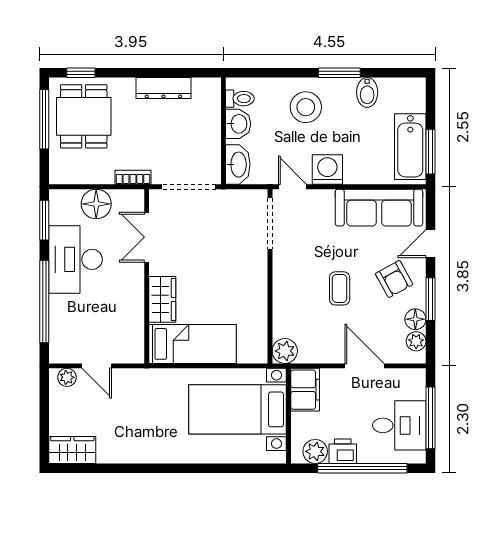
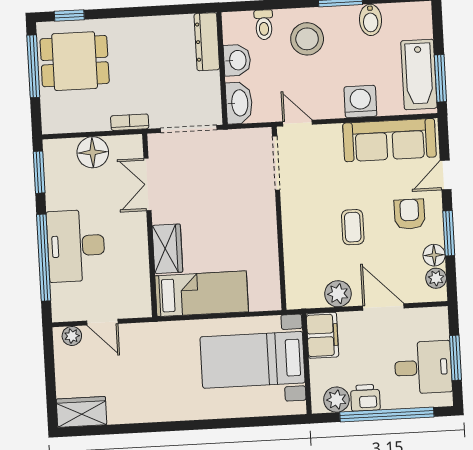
dresser: (163, 88) -> (207, 42), moved, turned 90
toilet: (240, 99) -> (264, 25), moved, turned 90
dining table: (84, 116) -> (75, 61), turned 90
washing machine: (327, 169) -> (360, 102), moved
desk: (76, 259) -> (76, 246), moved
armchair: (394, 279) -> (409, 214), turned -151
plant: (285, 351) -> (338, 294), moved
window: (430, 418) -> (456, 358), width x0.69

